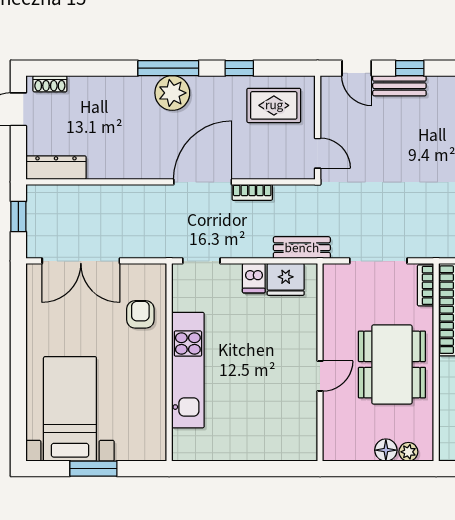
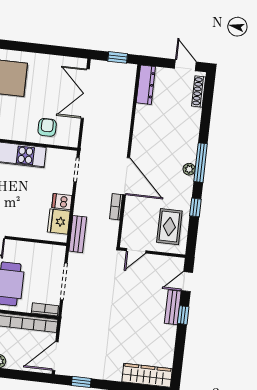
shoe rack: (50, 84) -> (199, 91), width x1.43
plant: (172, 93) -> (189, 169), width x0.53, depth x0.53
armchair: (140, 314) -> (47, 127), turned -90

